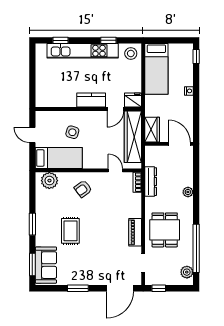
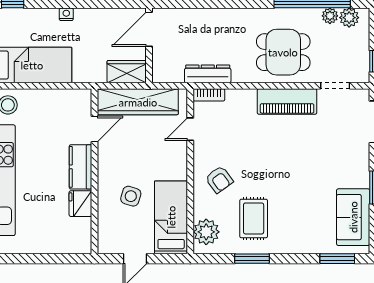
fridge: (133, 100) -> (80, 204), moved
door: (115, 109) -> (94, 129), hinge flipped
plant: (188, 192) -> (330, 16), moved
window: (32, 224) -> (252, 259), moved
rug: (70, 231) -> (254, 218), moved, turned 90
piano: (135, 232) -> (287, 101), width x1.37, depth x1.33
sofa: (46, 265) -> (353, 217), moved, turned -90

